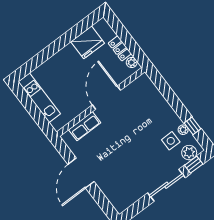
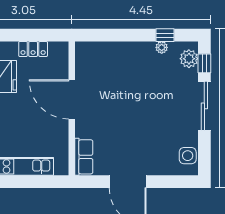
plant: (132, 62) -> (56, 48), removed
row of seats: (85, 126) -> (84, 157), moved
side table: (171, 141) -> (188, 156), moved

